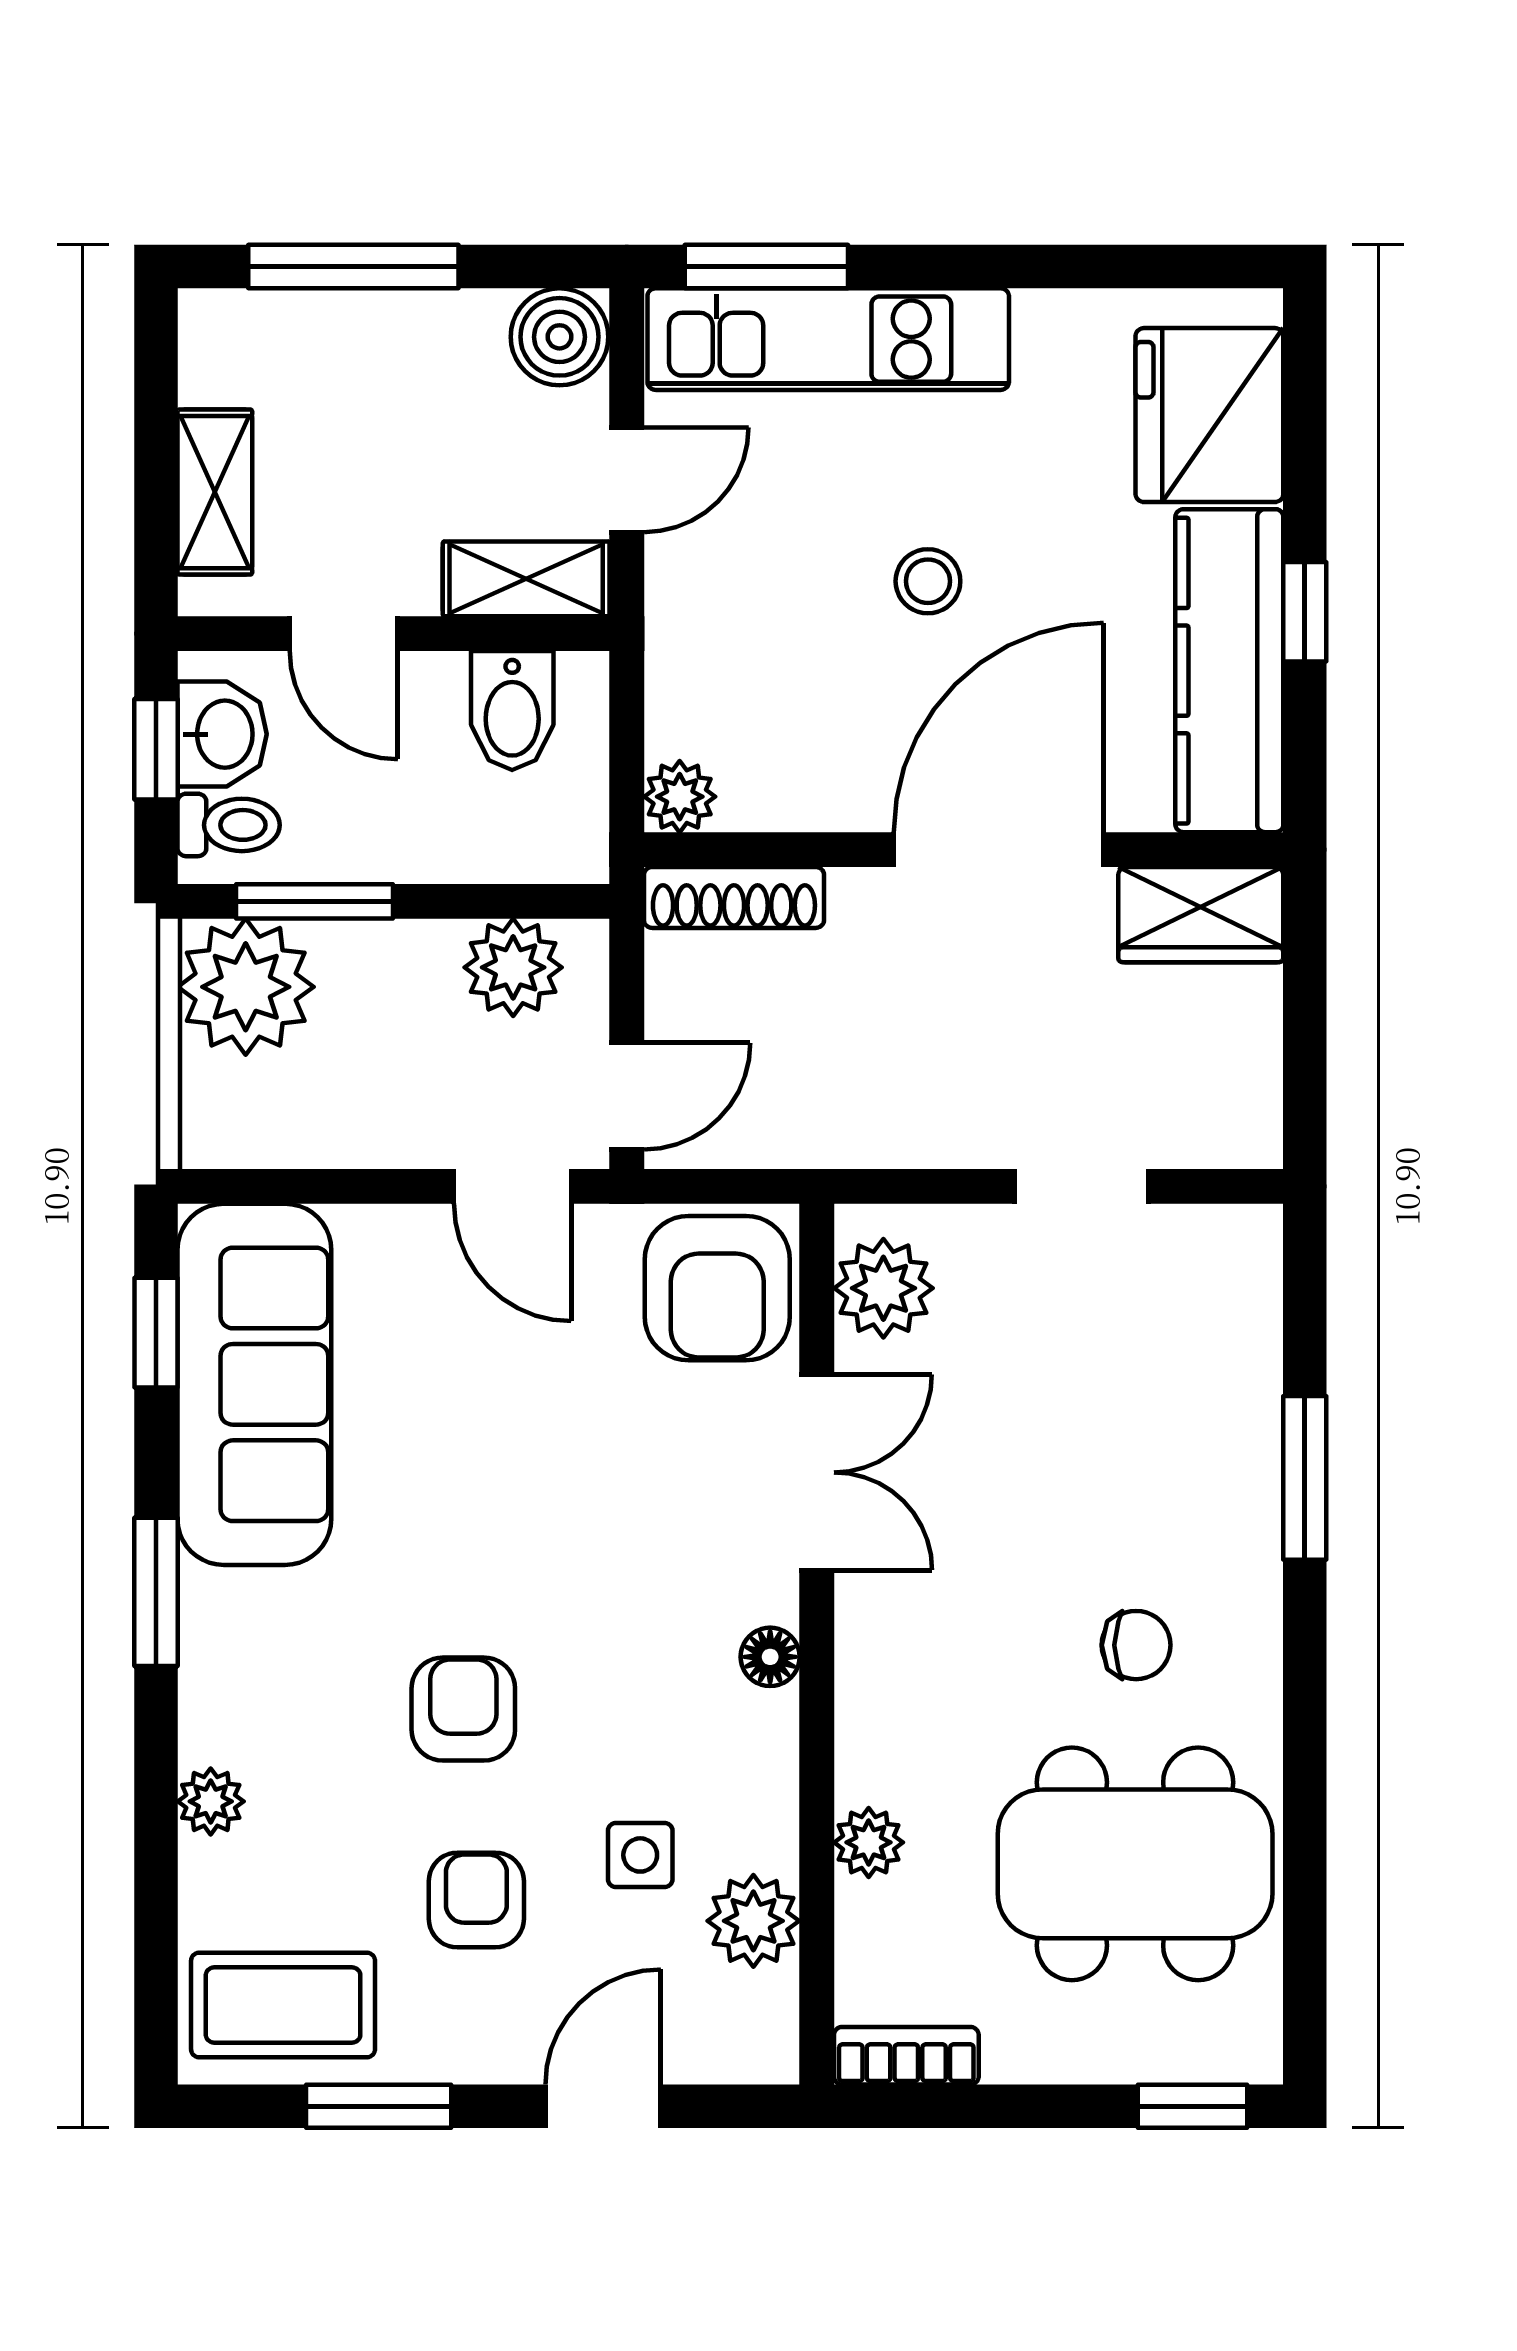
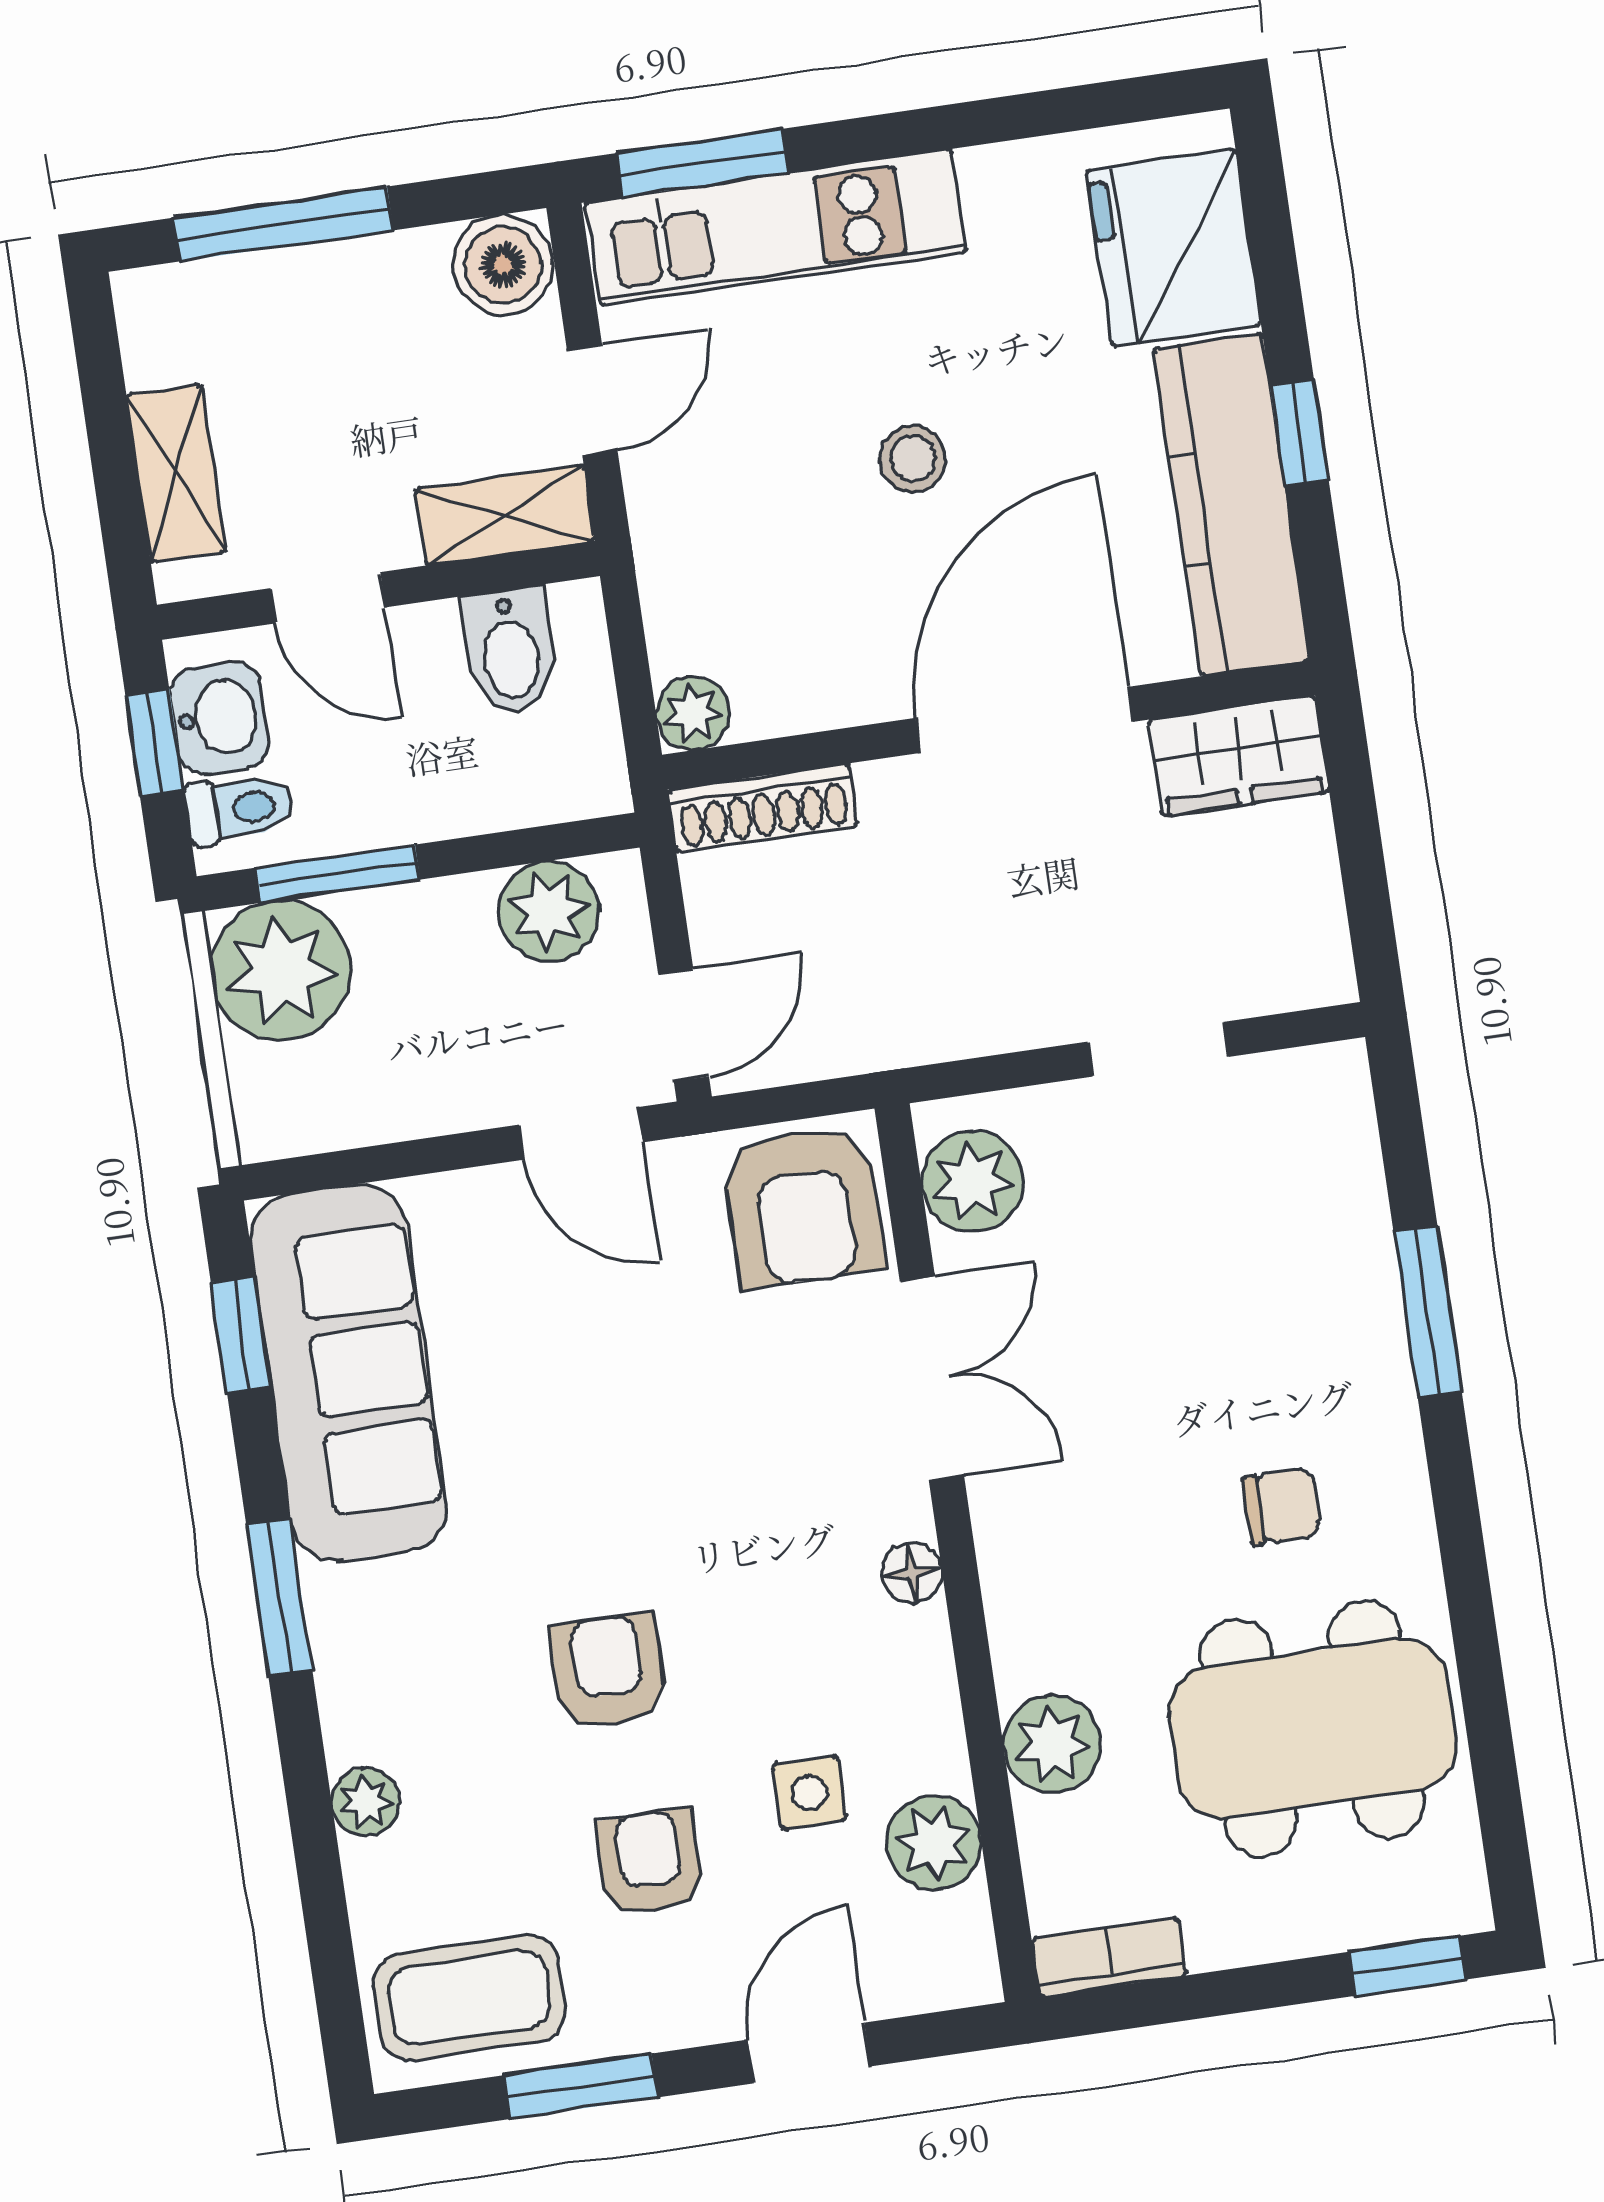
plant: (869, 1842) -> (1052, 1744), width x1.38, depth x1.38

